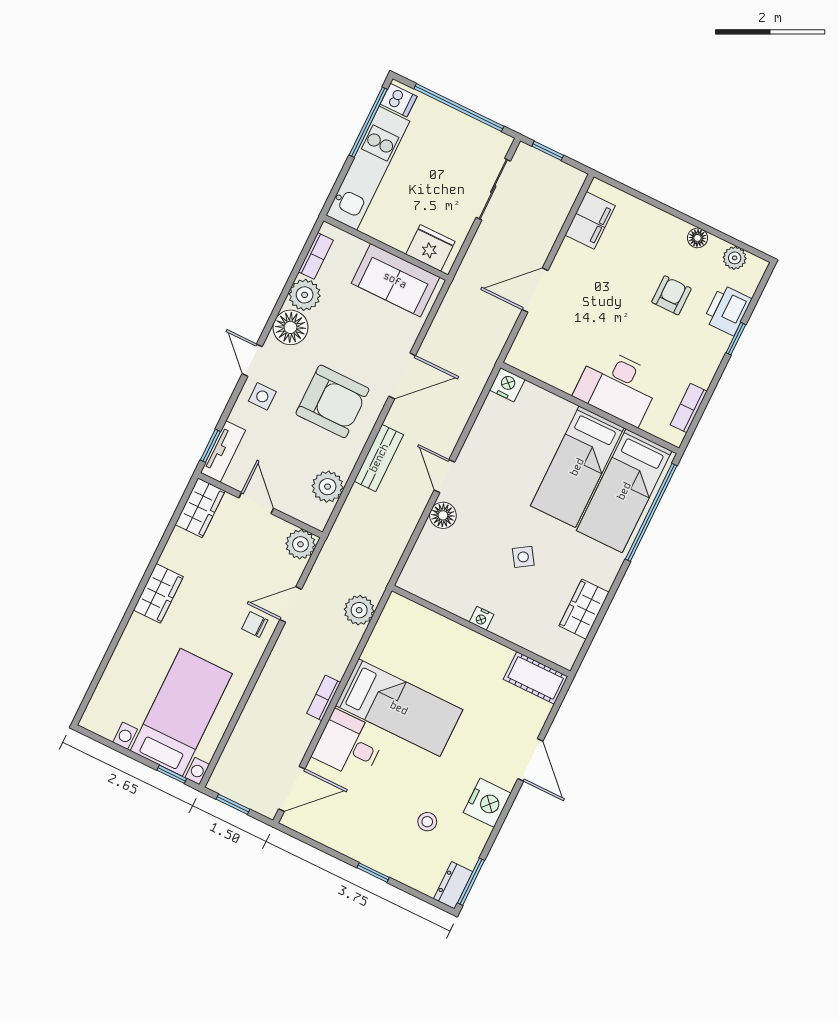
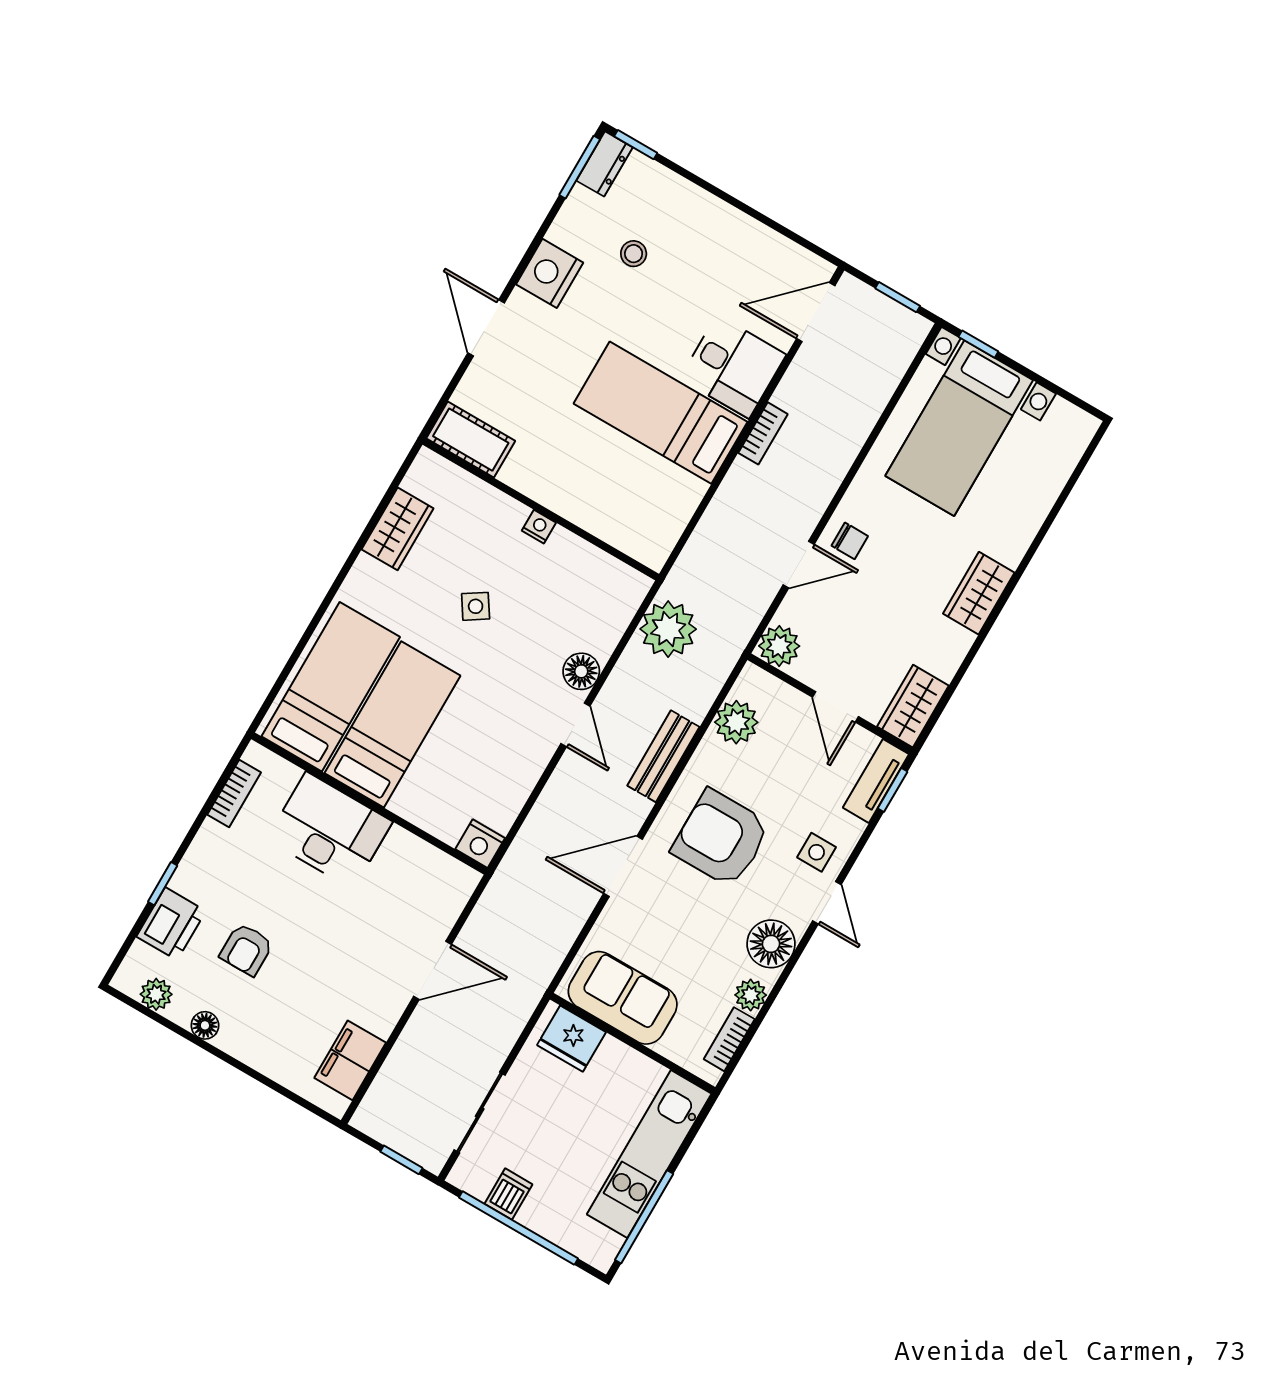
dishwasher: (399, 100) -> (508, 1194), moved, turned 90
plant: (305, 295) -> (751, 995), width x0.73, depth x0.73
window: (651, 512) -> (296, 654), removed
plant: (359, 610) -> (668, 629), moved, width x1.36, depth x1.36
window: (373, 873) -> (636, 145), moved

